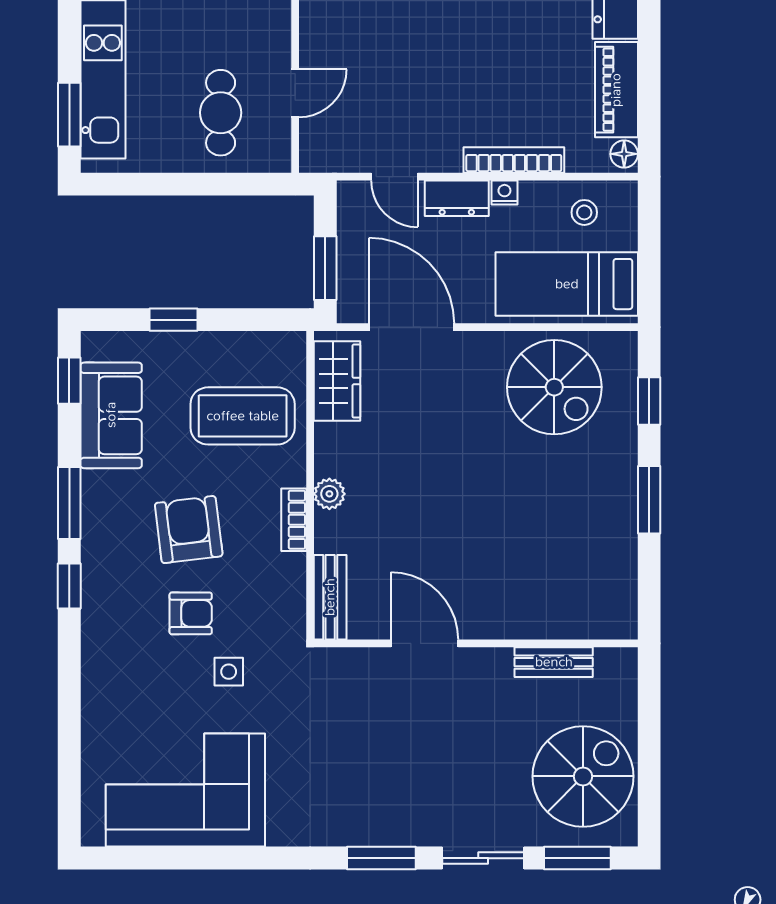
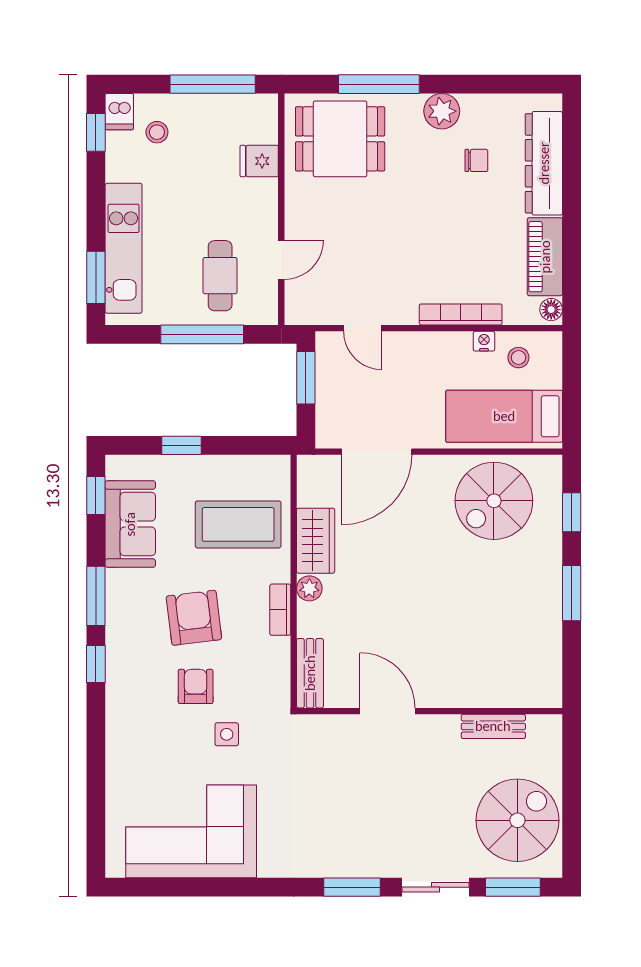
window: (199, 184) -> (202, 334), added
nightstand: (504, 193) -> (484, 341), moved
dresser: (457, 198) -> (414, 346), removed
window: (325, 268) -> (306, 378), moved
door: (412, 327) -> (377, 452), swing flipped
wardrobe: (337, 381) -> (316, 541), moved
spiral stairs: (554, 387) -> (494, 501), turned 90
armchair: (191, 613) -> (196, 686), turned -90

